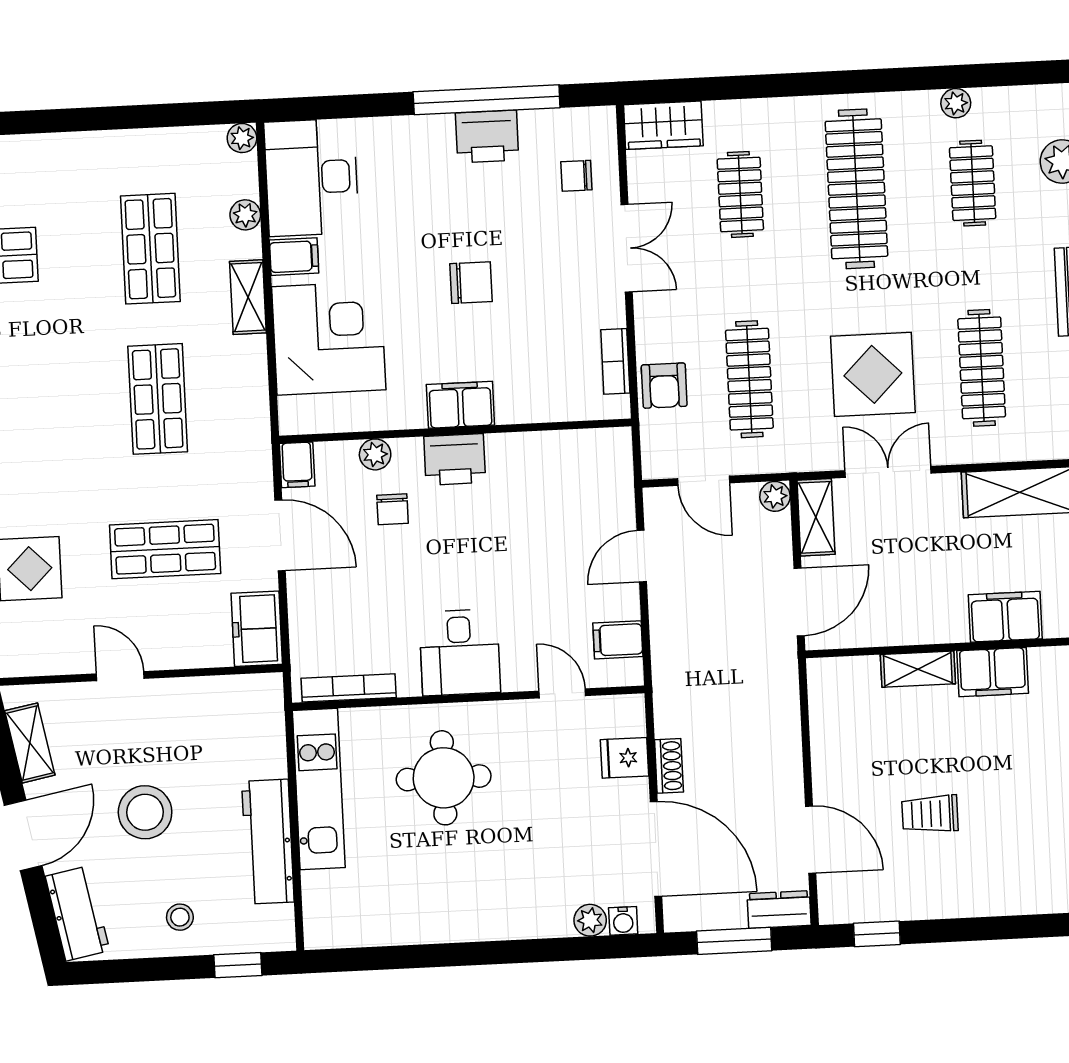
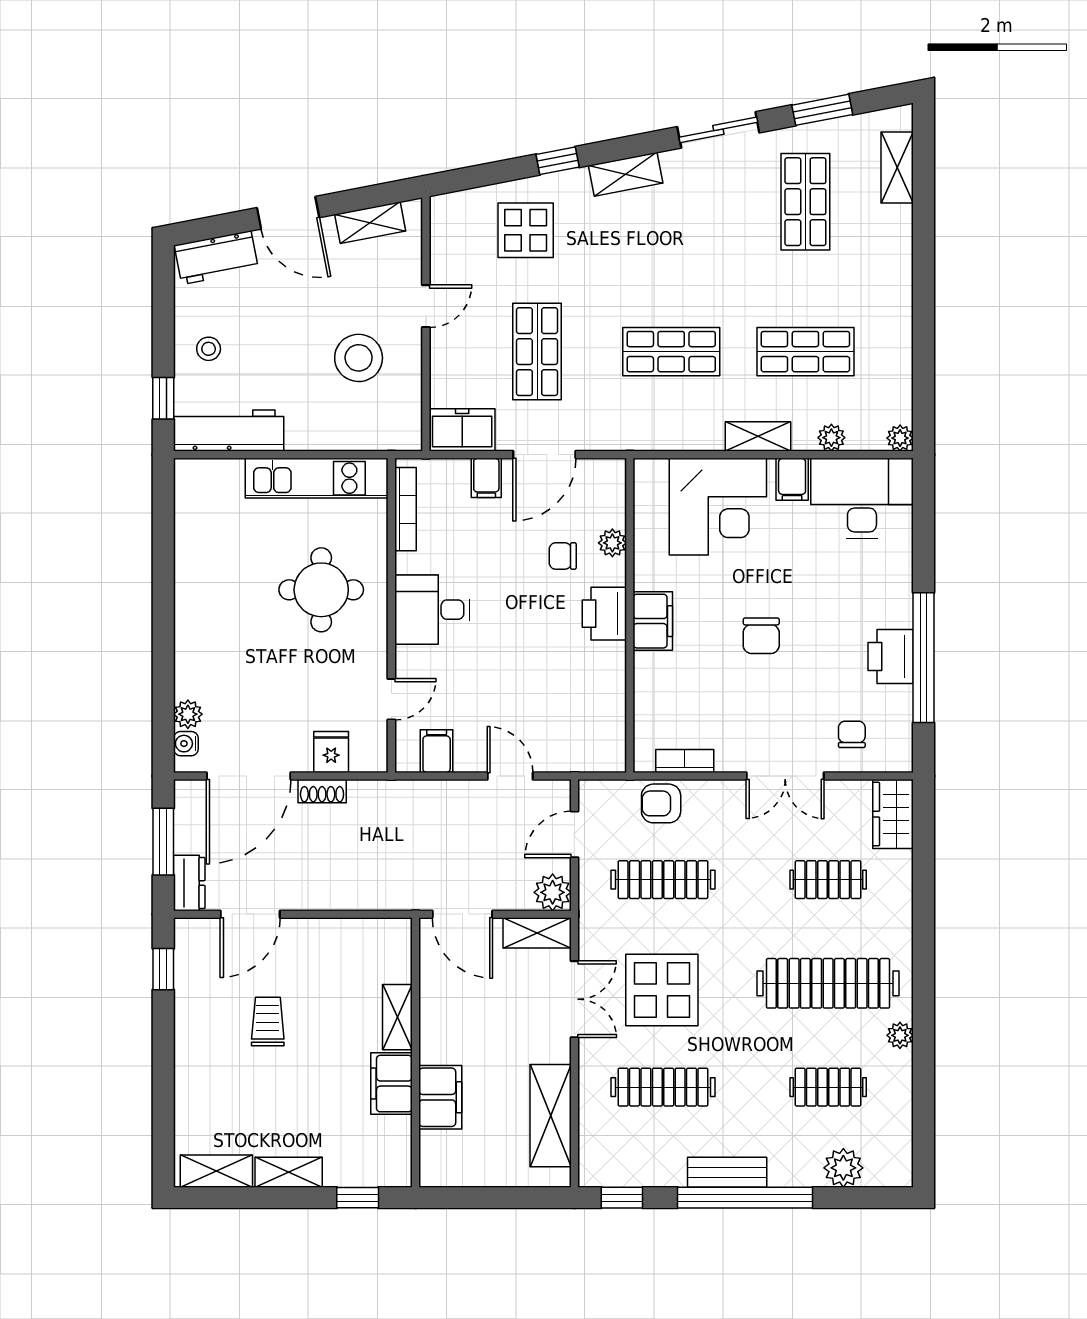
plant: (956, 103) -> (900, 1035), moved
filing cabinet: (297, 465) -> (486, 478), moved, turned -90
plant: (775, 496) -> (553, 892), width x1.38, depth x1.38
stool: (145, 812) -> (359, 358), moved
workbench: (268, 842) -> (229, 430), moved

